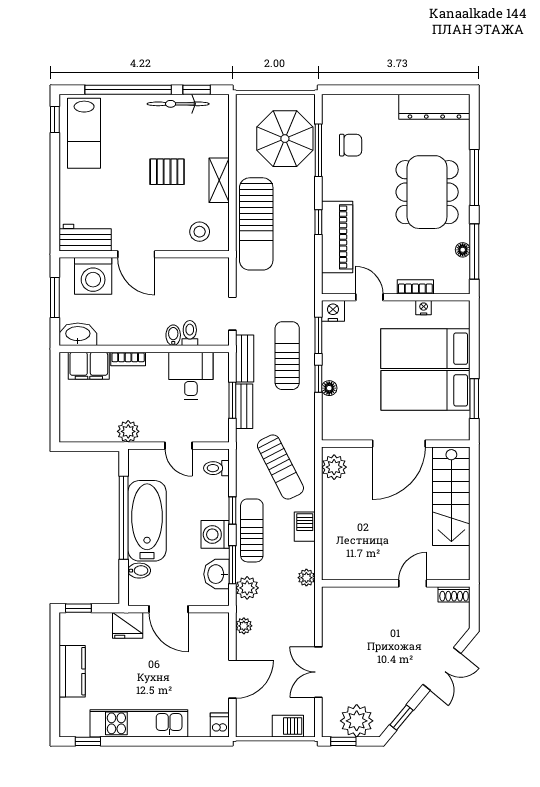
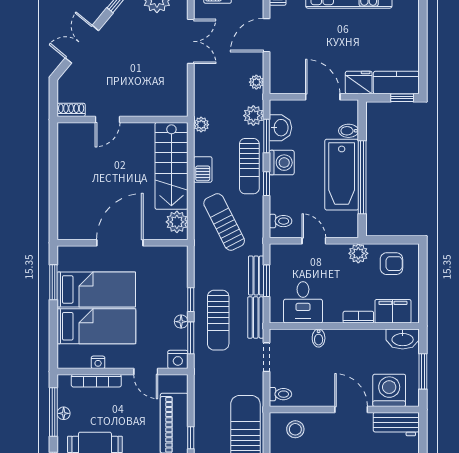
bookcase: (415, 287) -> (96, 381), width x1.56
toilet: (190, 333) -> (280, 394), moved, turned -90
floor lamp: (329, 388) -> (181, 322), moved
armchair: (90, 420) -> (391, 264), added
stairs: (451, 496) -> (171, 166), moved, turned 180
kitchen counter: (72, 671) -> (396, 83), moved, turned 90

